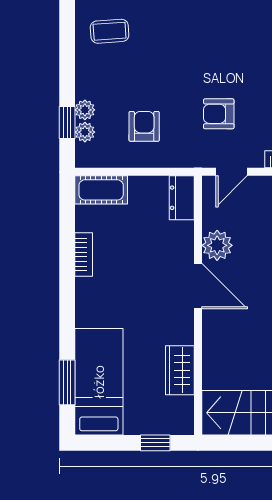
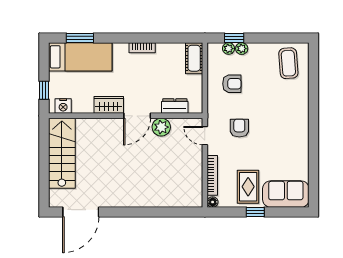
coffee table: (110, 31) -> (288, 63), width x1.36, depth x1.30
dresser: (182, 198) -> (175, 106), moved
bookcase: (84, 254) -> (142, 48), moved
wardrobe: (180, 370) -> (109, 105), moved
nightstand: (182, 411) -> (63, 106), added

